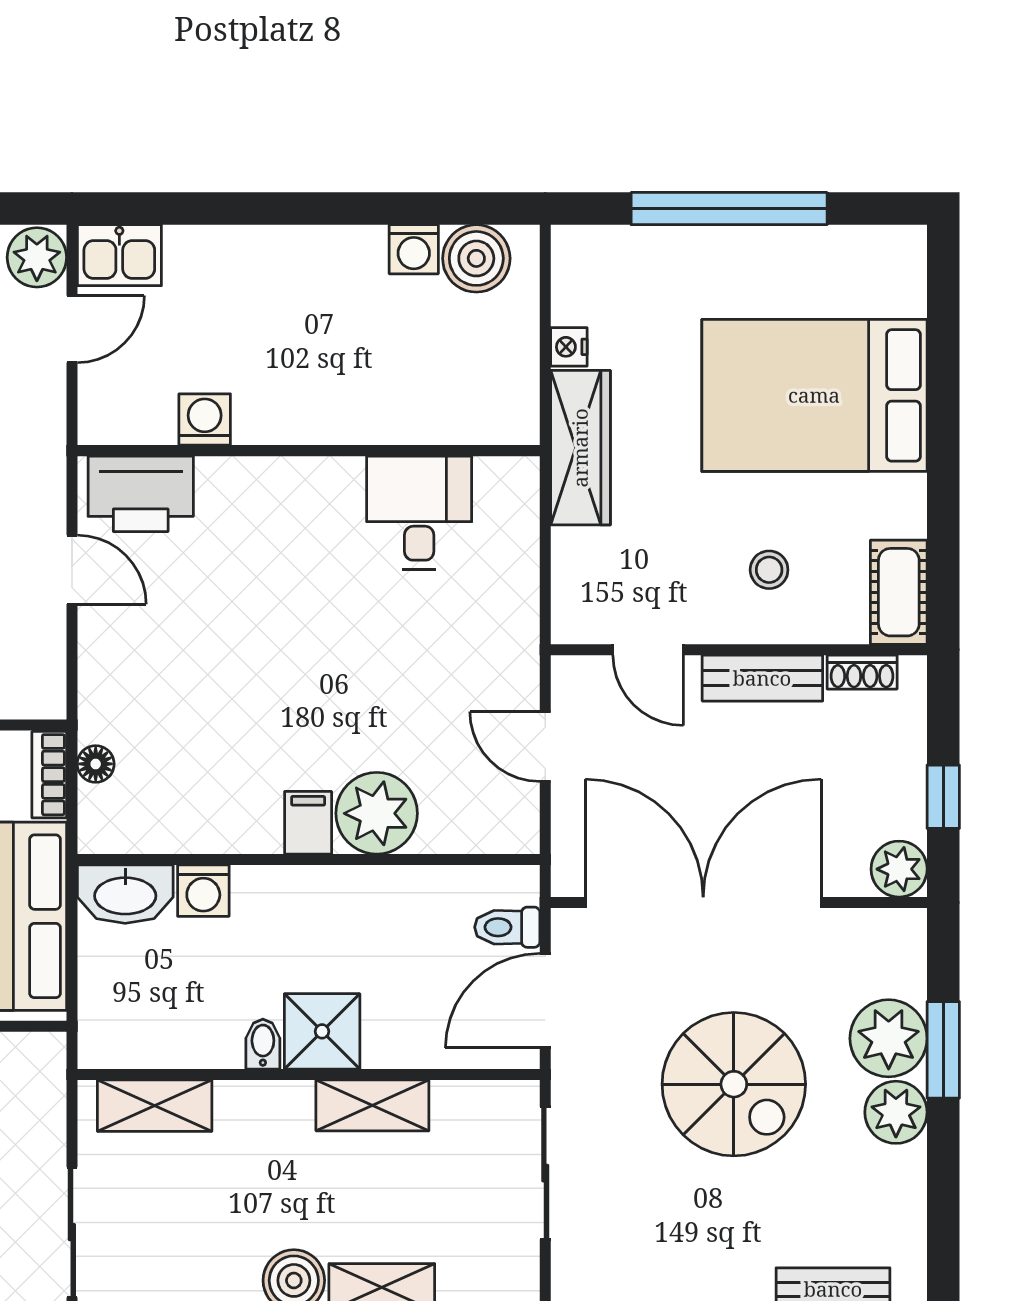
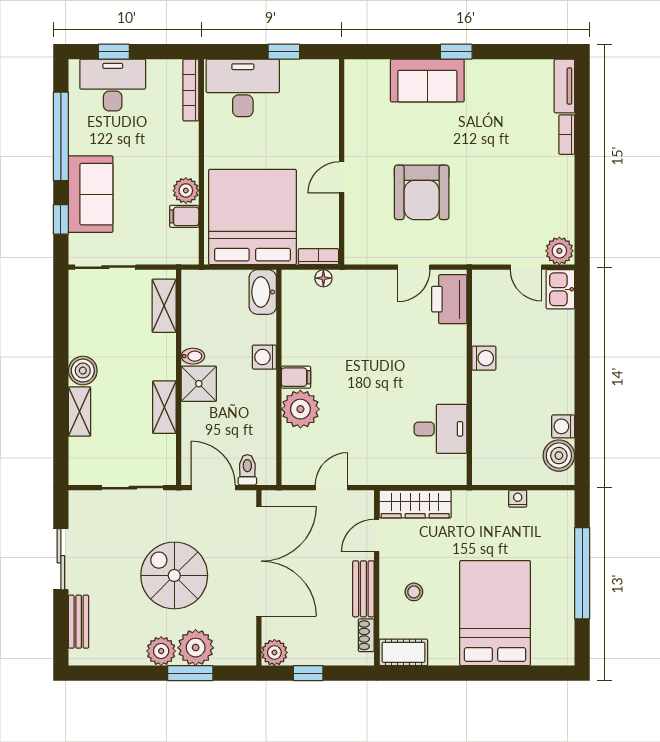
washing machine: (205, 420) -> (484, 358), moved
wardrobe: (580, 448) -> (415, 504), moved
washing machine: (203, 891) -> (264, 357), moved
spiral stairs: (734, 1084) -> (174, 575), turned 90

